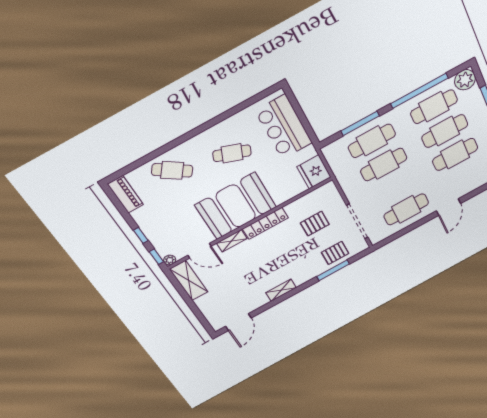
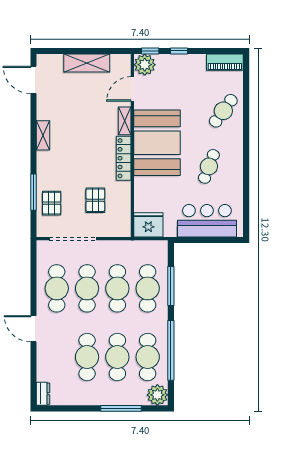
cafe table: (395, 187) -> (87, 288), added
plant: (170, 260) -> (145, 65), width x1.88, depth x1.88
shelving: (189, 281) -> (87, 63), moved

